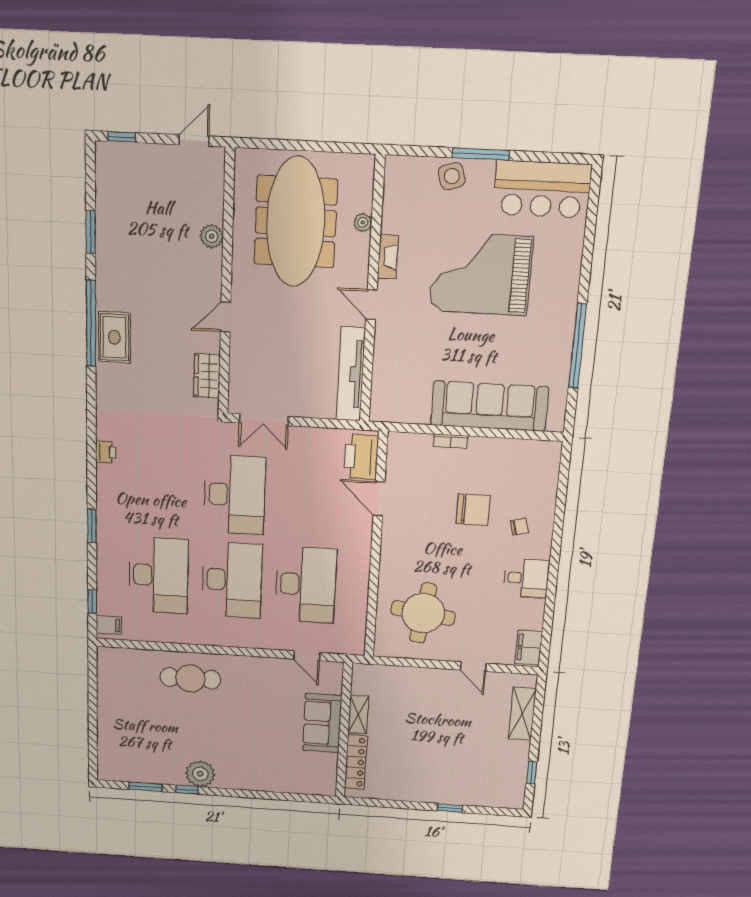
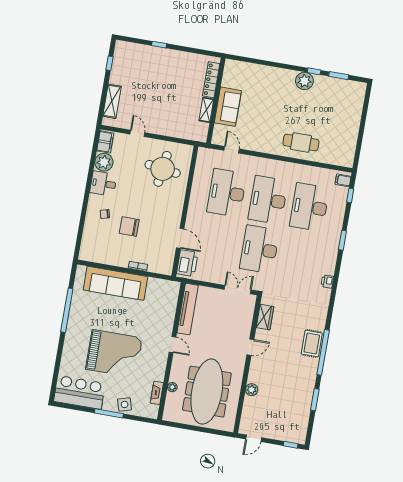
fireplace: (388, 257) -> (157, 393), moved
plant: (528, 614) -> (104, 162), added

